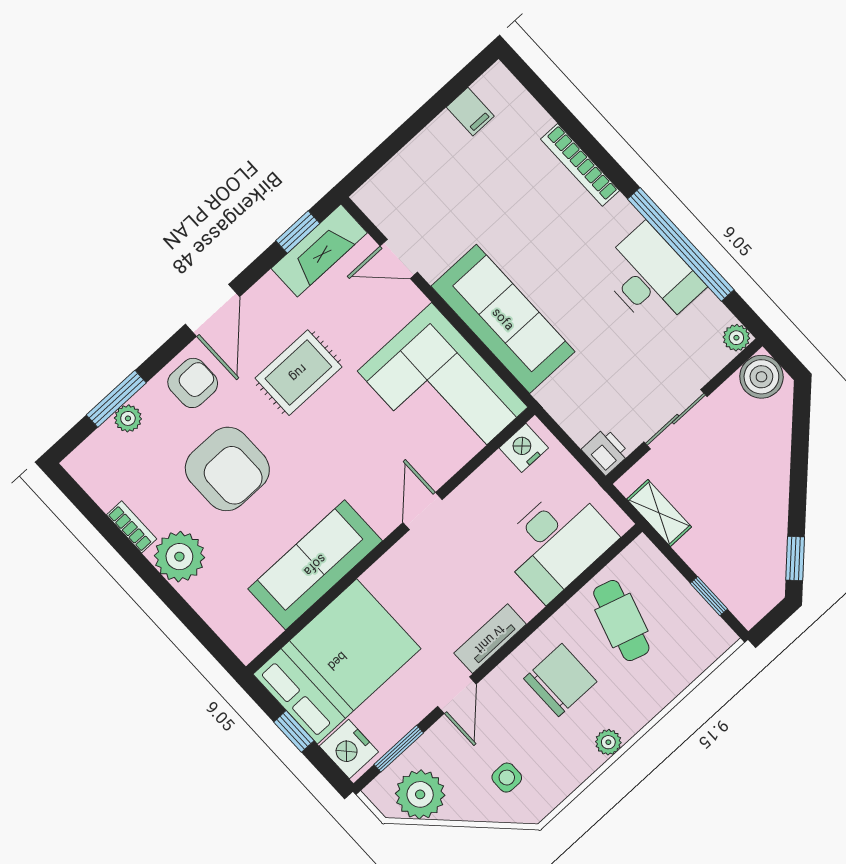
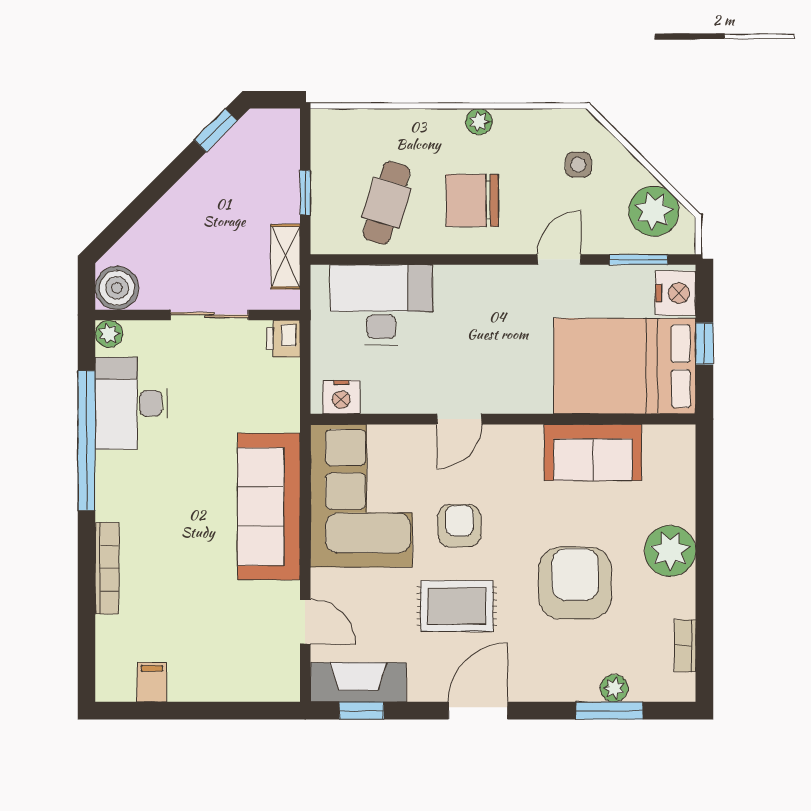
desk: (650, 277) -> (131, 403), moved
armchair: (193, 383) -> (459, 526), moved, turned 90
bookcase: (132, 527) -> (685, 646), moved
sofa: (315, 565) -> (593, 452), width x0.73
window: (709, 596) -> (305, 193), moved
tv unit: (490, 639) -> (496, 279), removed

